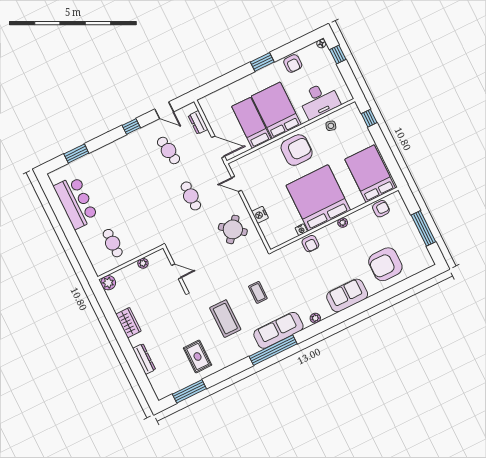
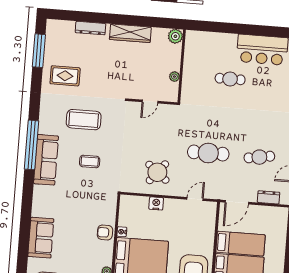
cafe table: (191, 196) -> (208, 153), width x1.37, depth x1.35
cafe table: (113, 243) -> (230, 79), moved
plant: (315, 318) -> (38, 198), removed
wardrobe: (128, 323) -> (130, 33), width x1.50

